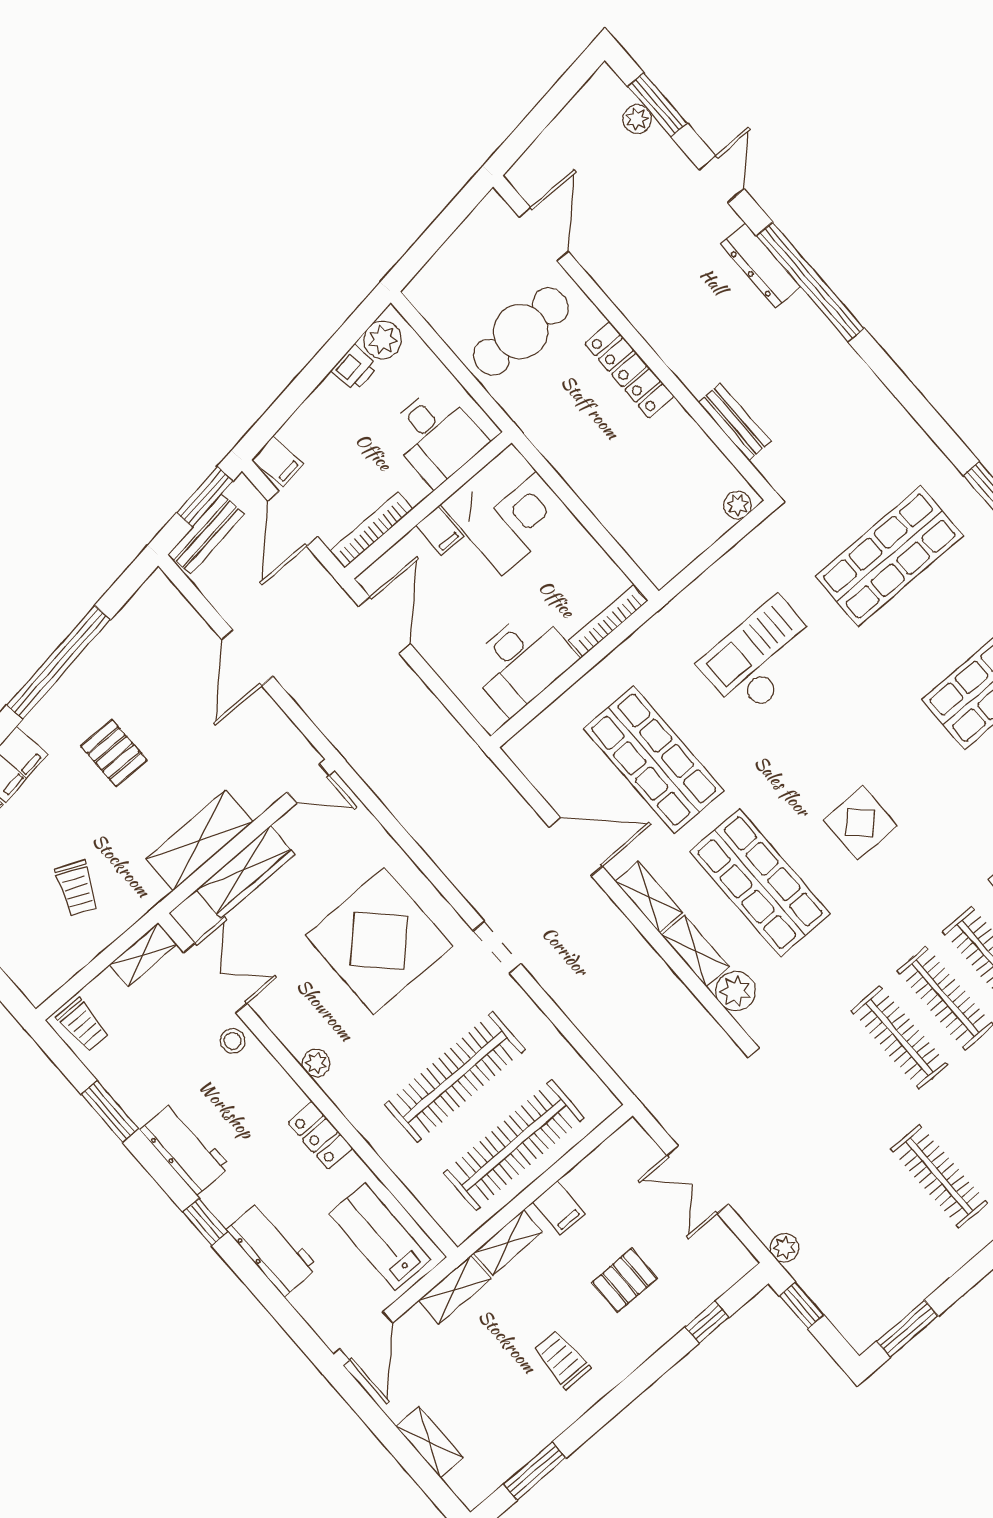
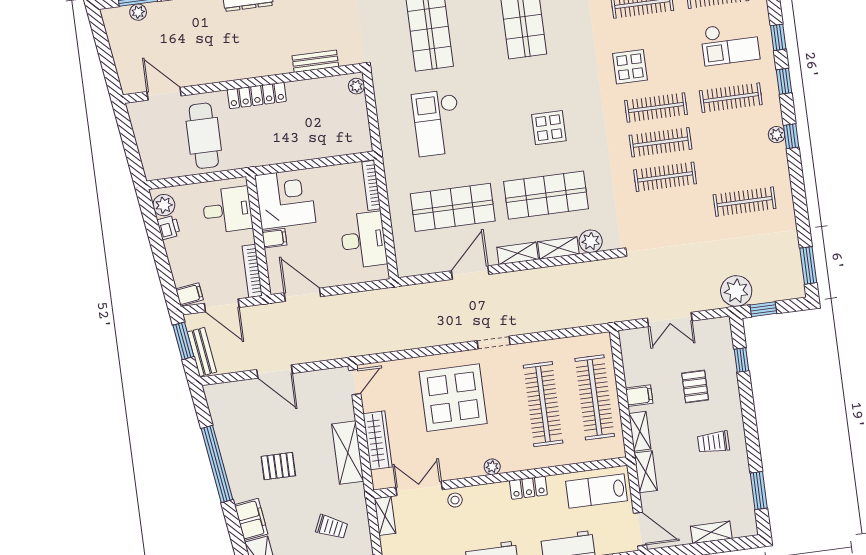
plant: (784, 1248) -> (736, 291), width x1.87, depth x1.87

